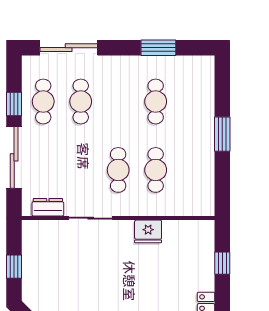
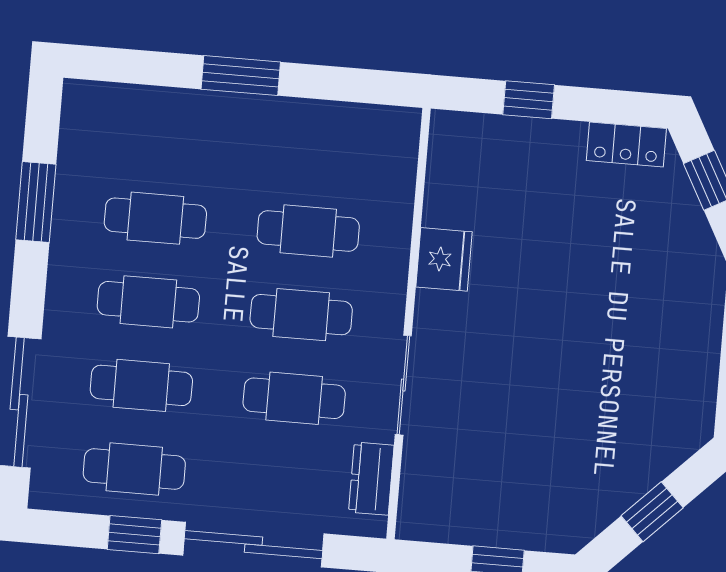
cafe table: (118, 101) -> (148, 302), added
cafe table: (81, 170) -> (294, 398), added

